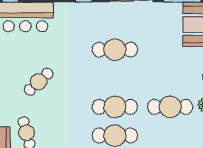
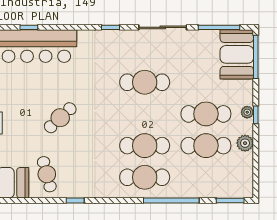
cafe table: (170, 78) -> (206, 114), added

